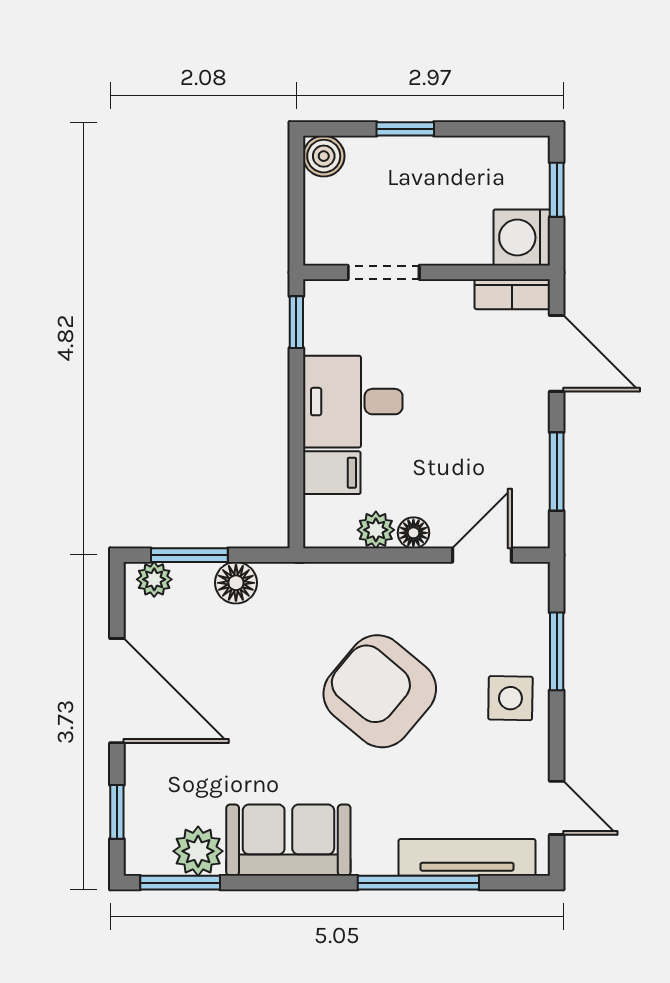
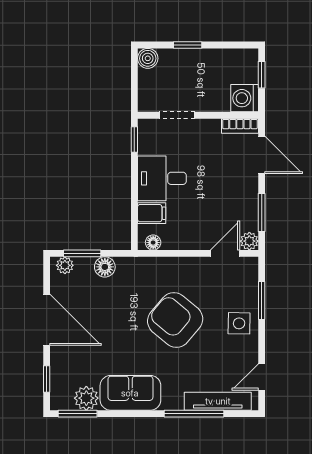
plant: (376, 530) -> (249, 241), moved
floor lamp: (413, 533) -> (153, 243), moved
door: (557, 808) -> (262, 377), swing flipped

